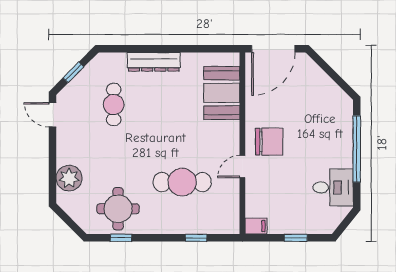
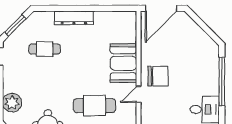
window: (73, 72) -> (15, 26), width x1.50
booth: (222, 93) -> (123, 63), moved
cafe table: (114, 105) -> (45, 49), turned 90

